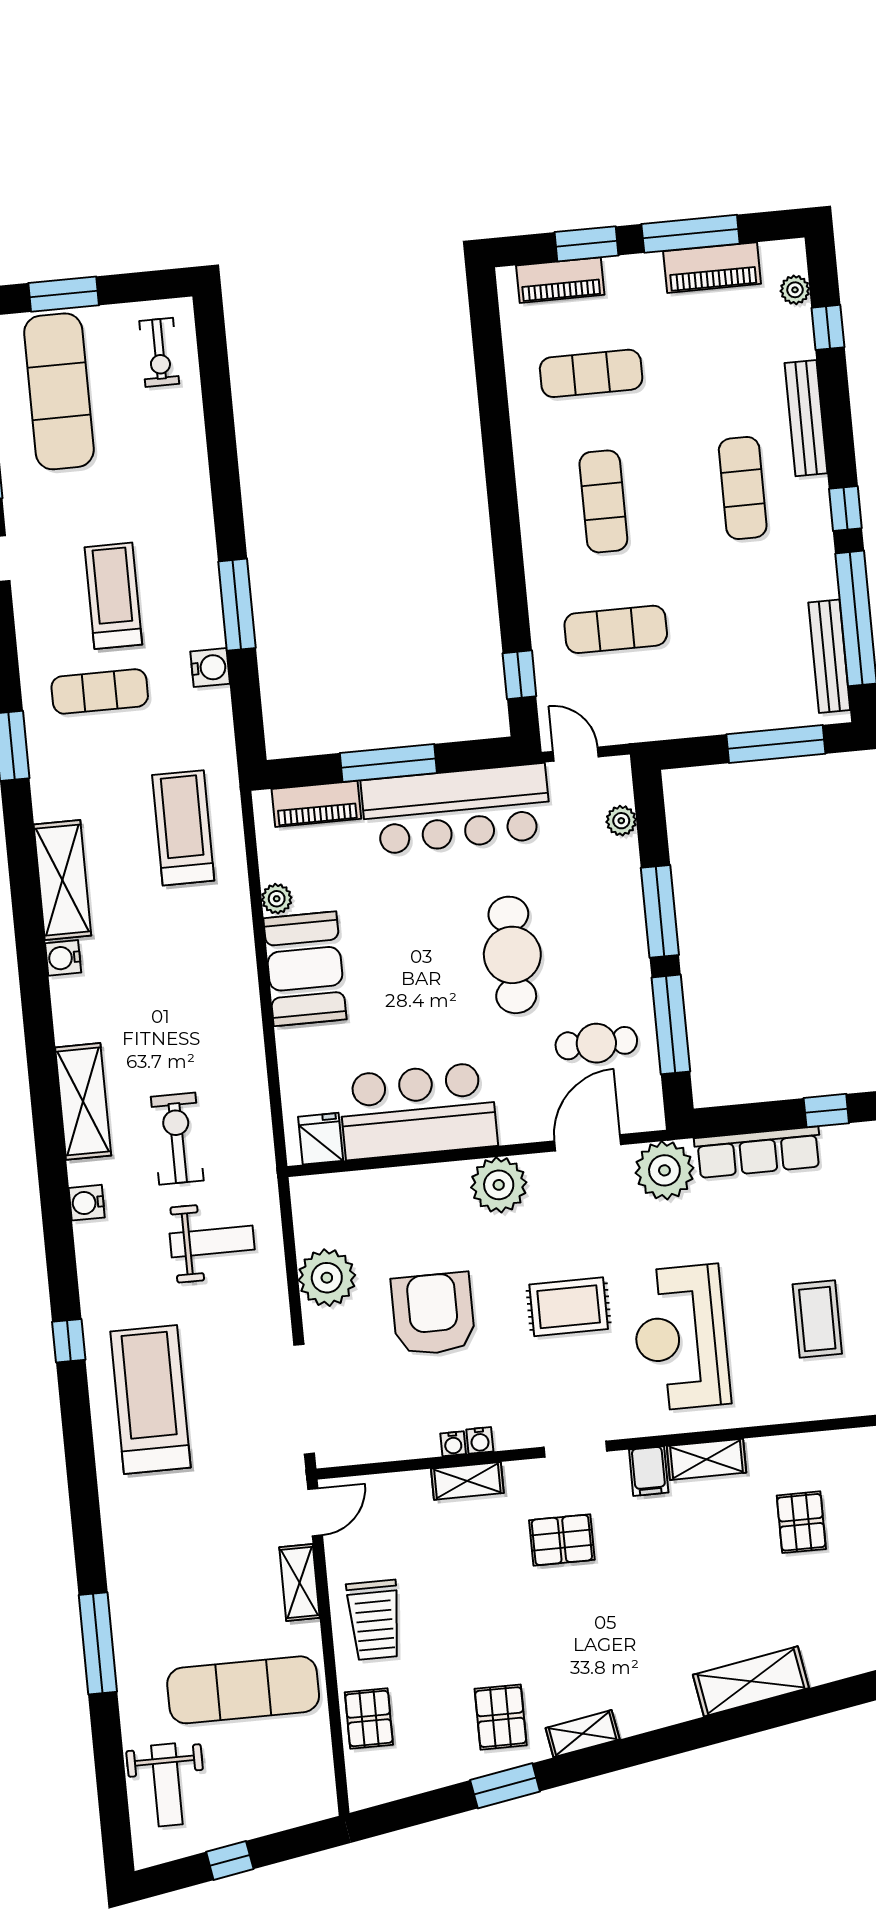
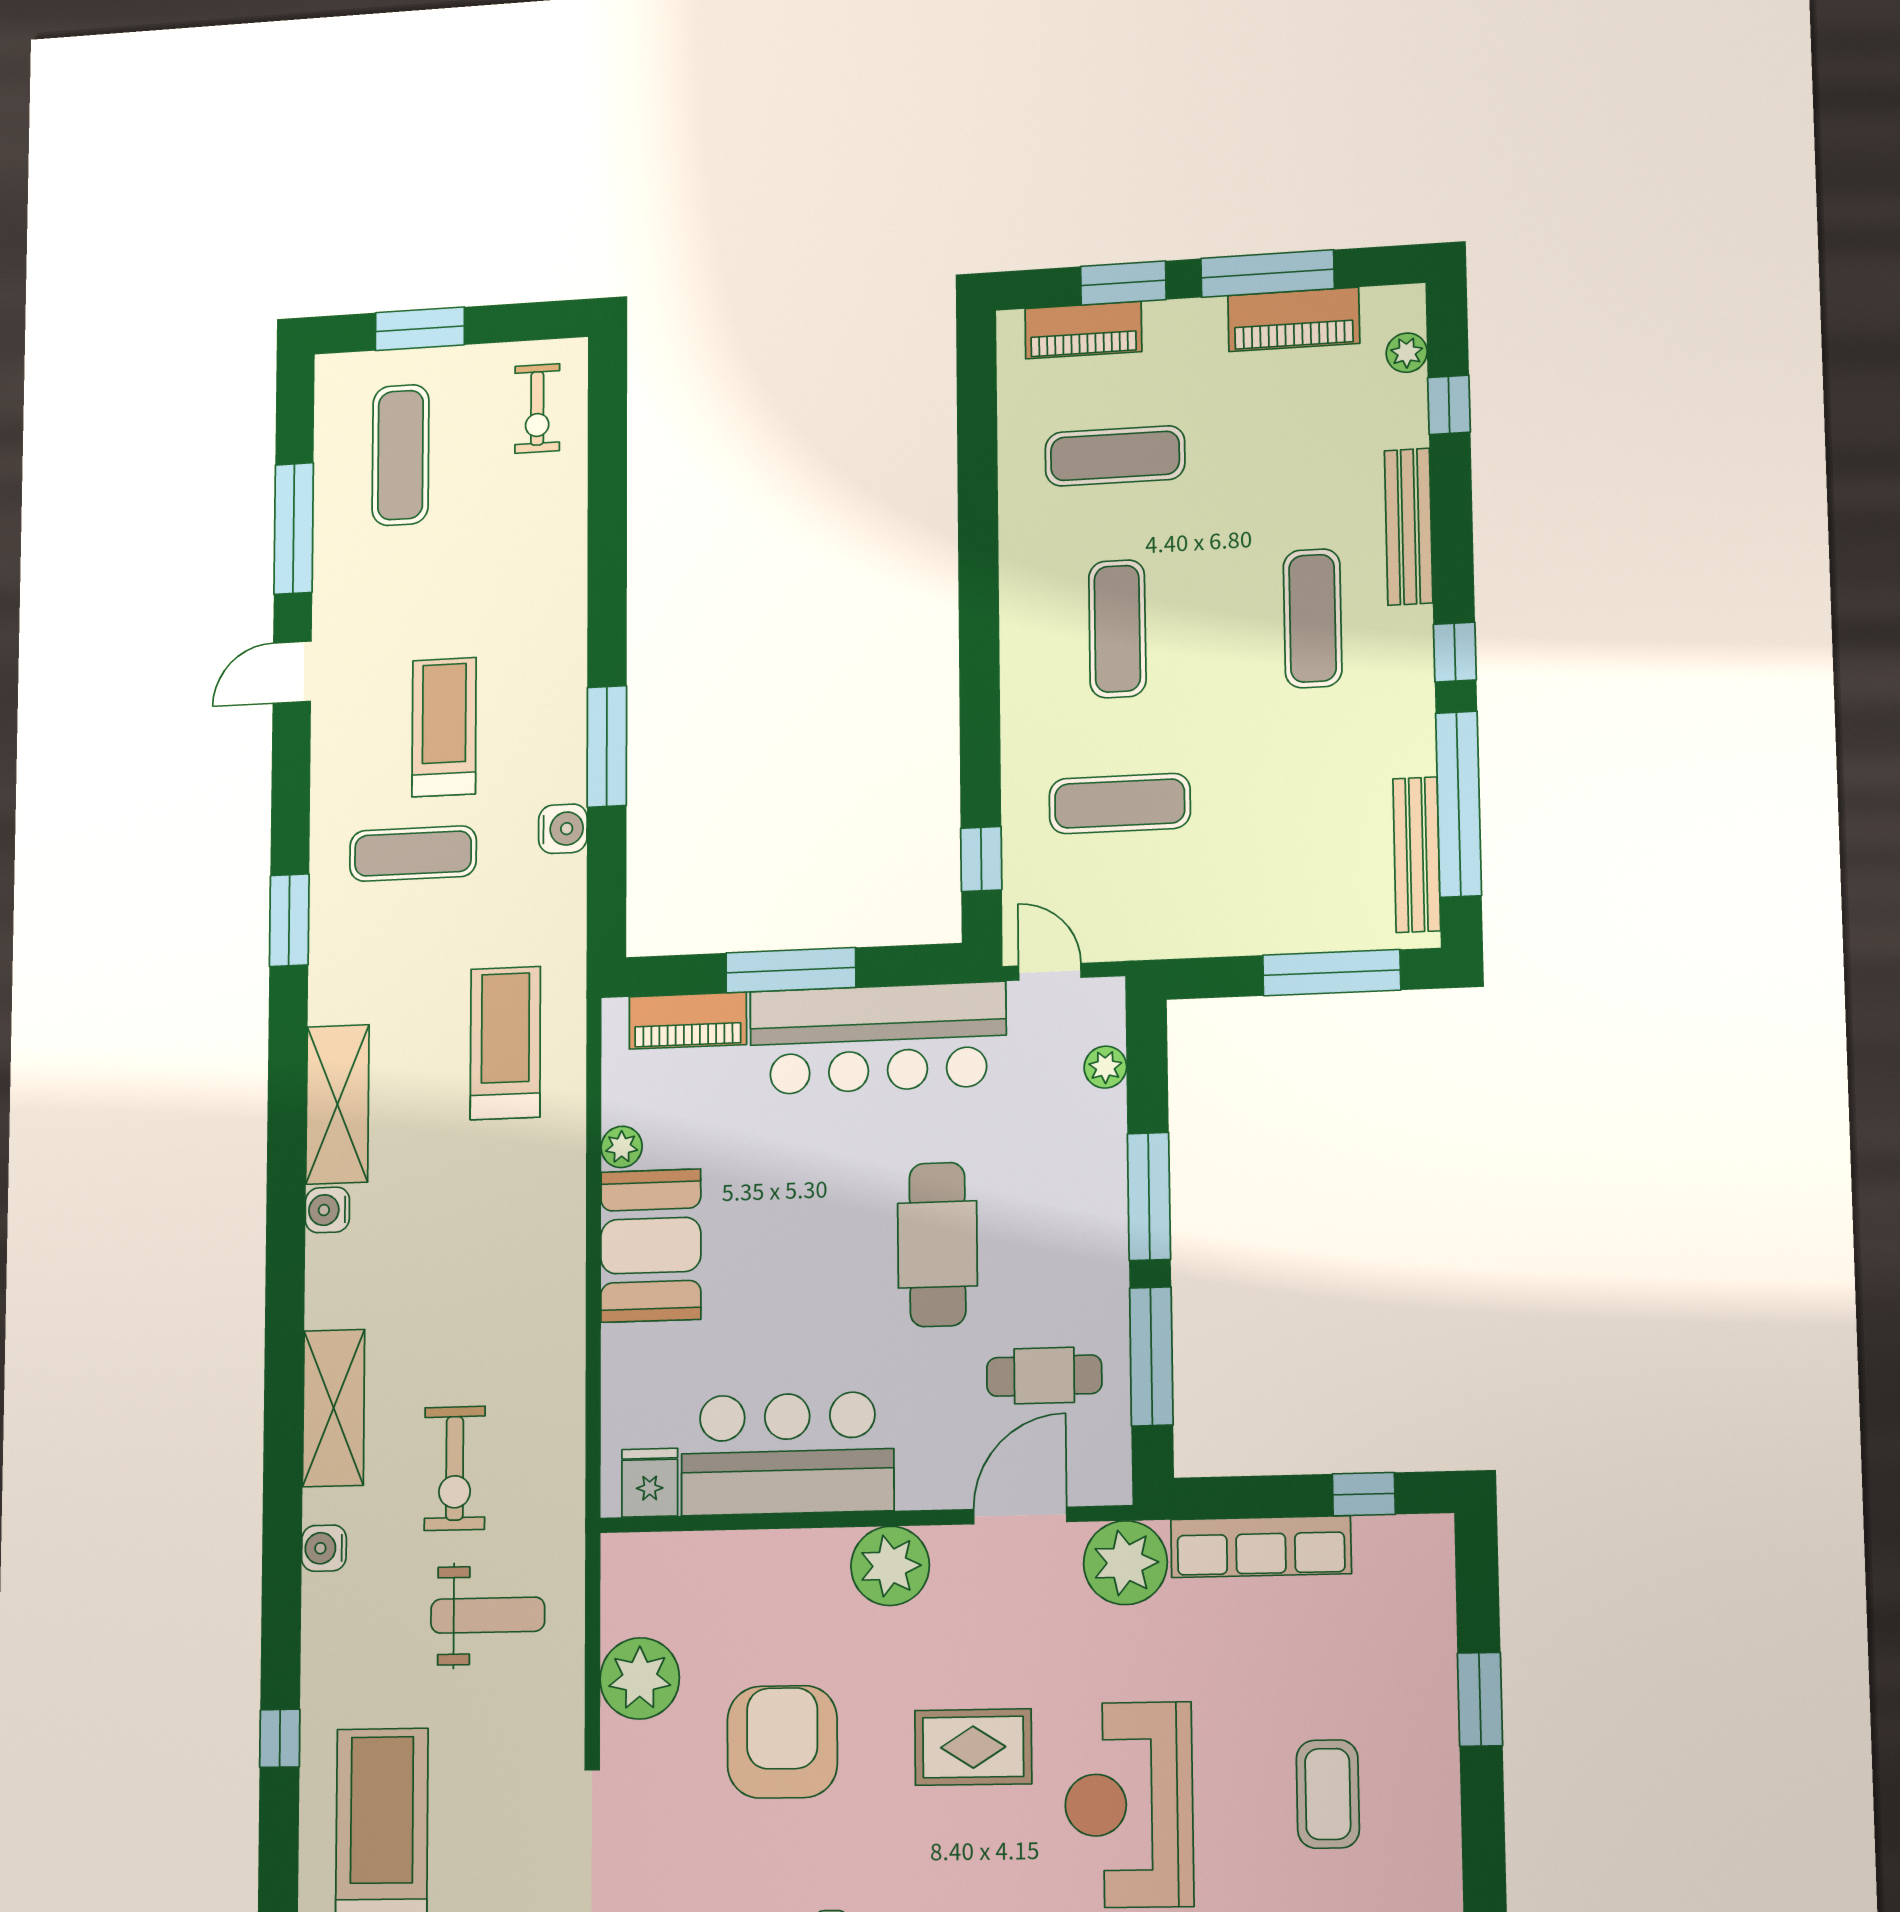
exercise mat: (59, 391) -> (401, 455), width x0.73, depth x0.69
exercise bike: (177, 1139) -> (455, 1468), turned 180

